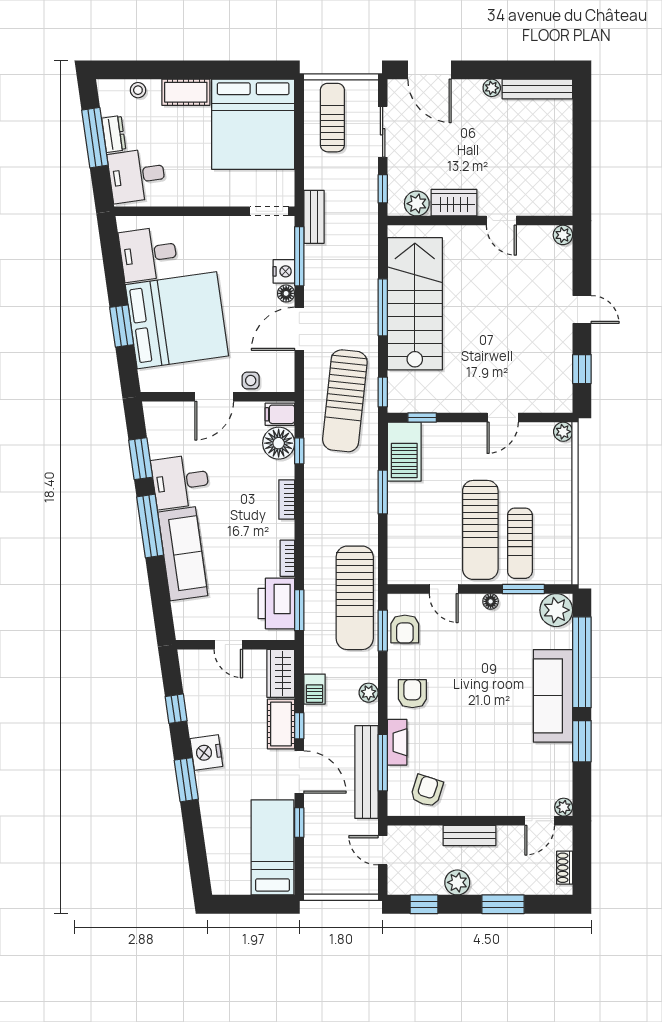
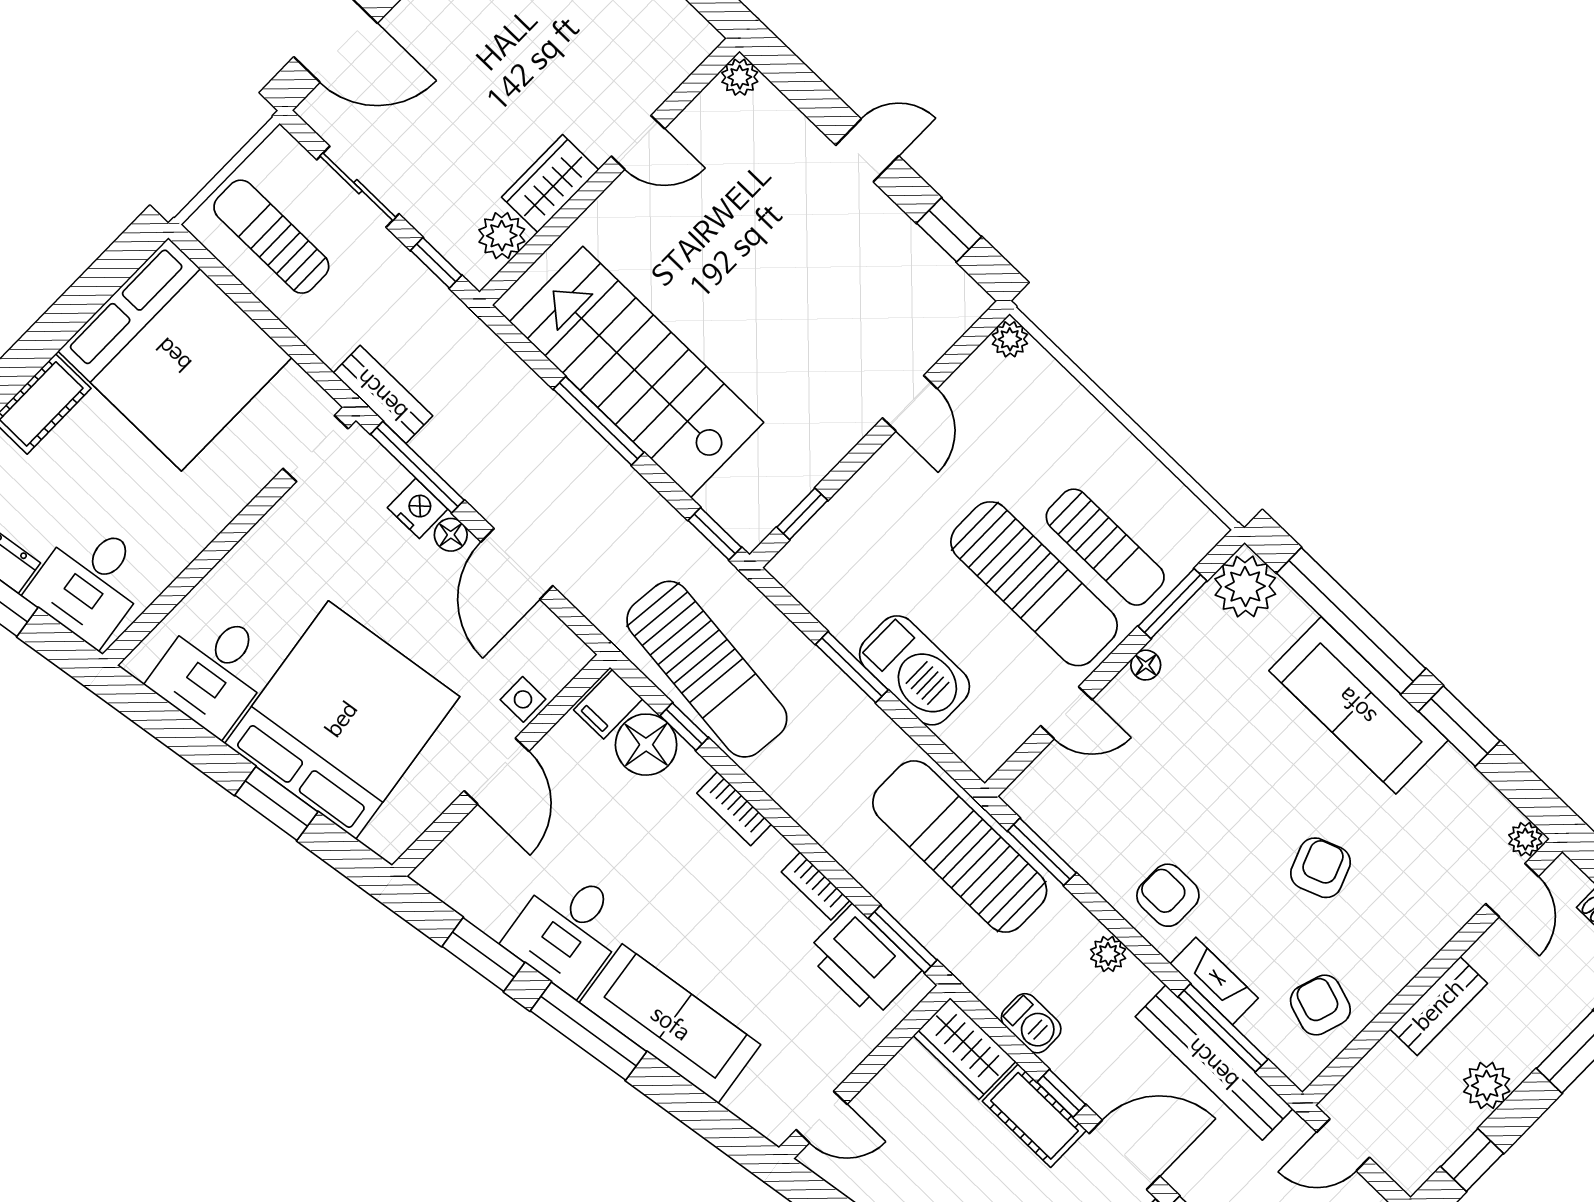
sun lounger: (345, 401) -> (707, 669), moved
barbecue: (404, 452) -> (914, 670), moved
sun lounger: (355, 598) -> (960, 846), turned 180
armchair: (405, 629) -> (1321, 868), moved, turned -111
door: (228, 645) -> (822, 1117), moved

